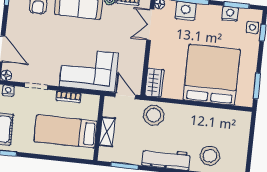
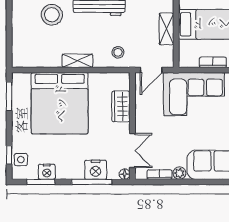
wardrobe: (154, 83) -> (121, 107), moved
door: (125, 96) -> (151, 70), hinge flipped
shelving: (191, 112) -> (77, 61), added
stool: (154, 115) -> (118, 52), width x0.53, depth x0.53

